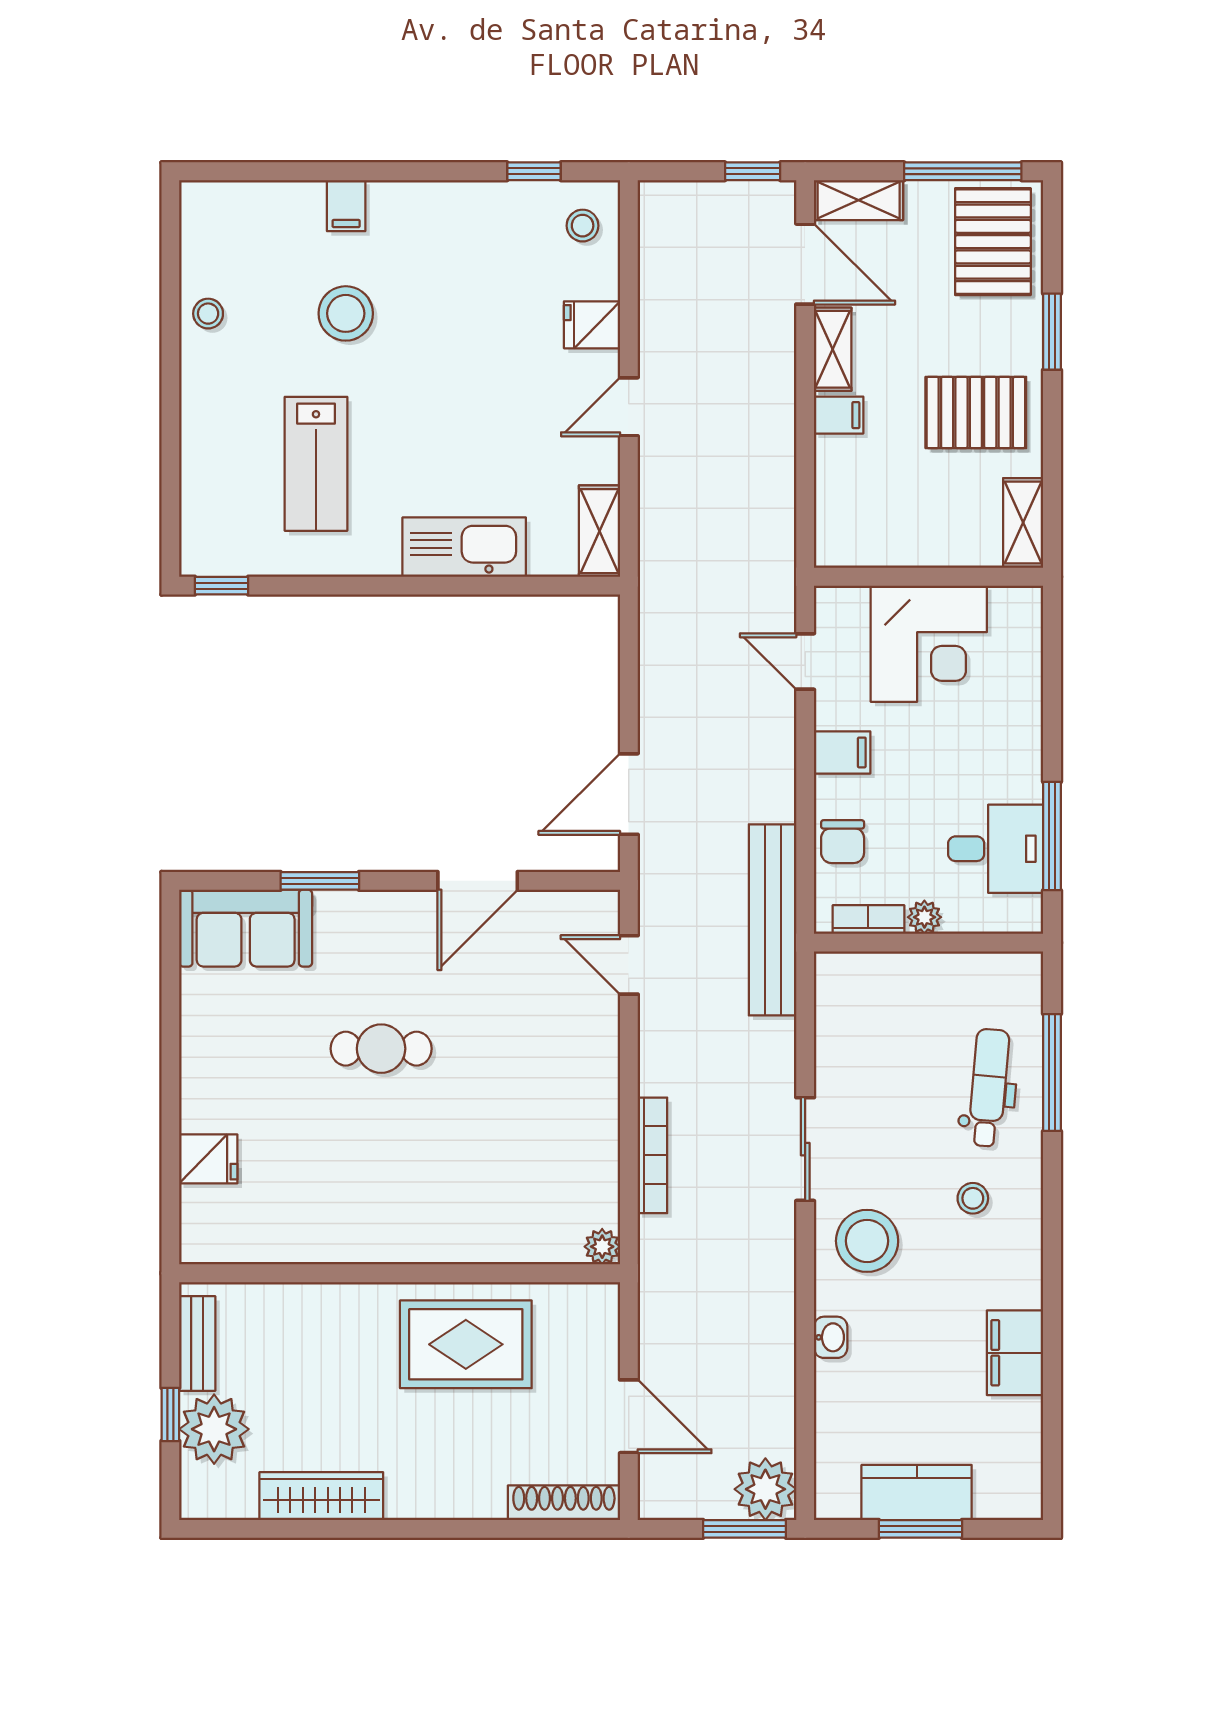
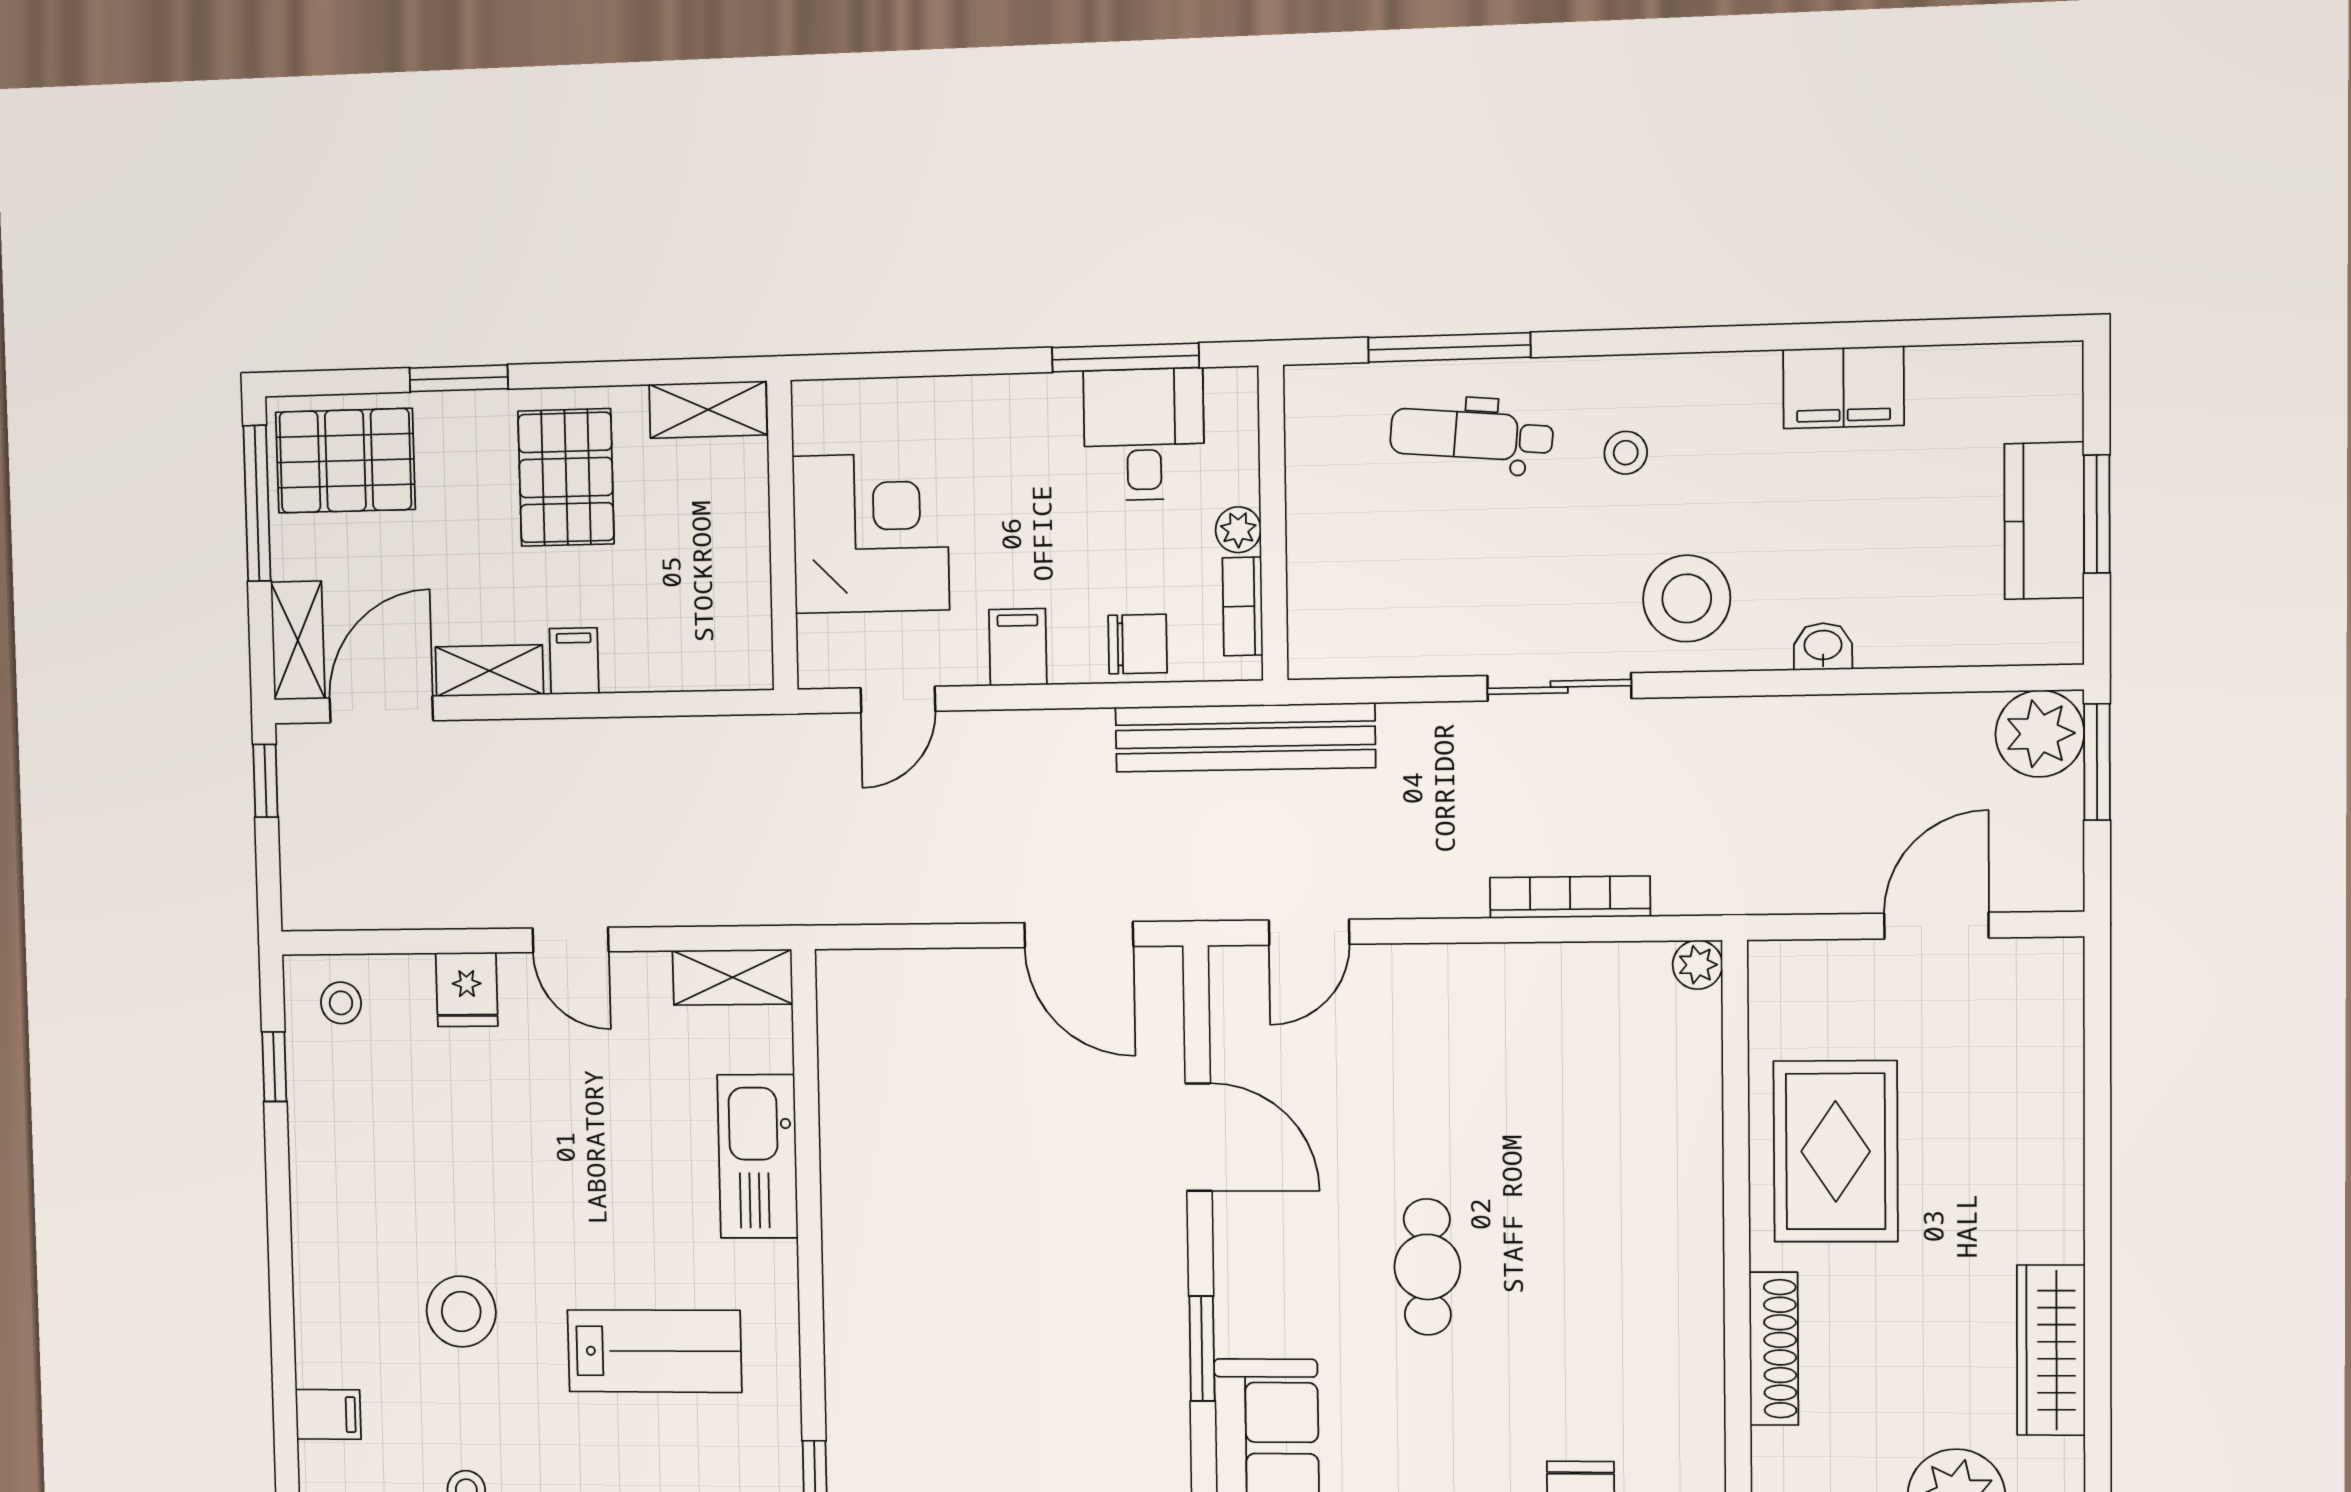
filing cabinet: (346, 206) -> (328, 1414), moved
shoe rack: (564, 1503) -> (1774, 1349), moved, turned 180

